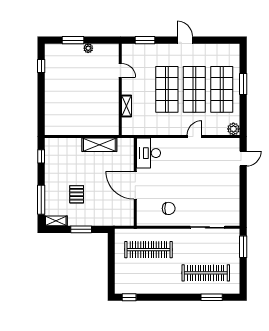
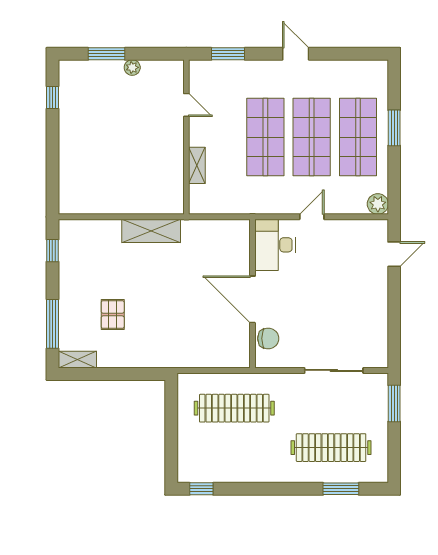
desk: (149, 153) -> (275, 245), moved
wall: (135, 182) -> (252, 294), moved
door: (135, 185) -> (252, 299), moved
window: (81, 229) -> (120, 374), removed

